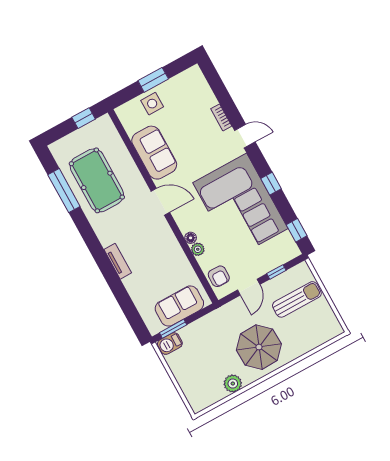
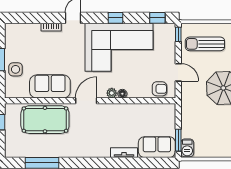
pool table: (97, 180) -> (45, 120), moved
plant: (198, 249) -> (112, 93), moved
tv unit: (118, 261) -> (124, 153), moved
window: (276, 272) -> (178, 34), moved
sun lounger: (297, 299) -> (205, 44), turned -90
sofa: (179, 306) -> (157, 147), moved, turned 90

